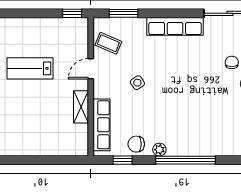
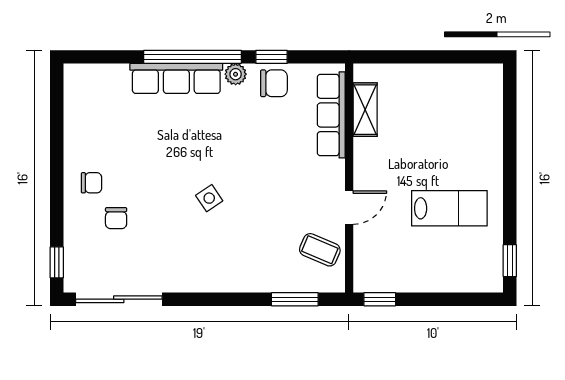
row of seats: (175, 26) -> (176, 78), moved, turned 180
side table: (137, 83) -> (209, 198), moved
shelving: (81, 107) -> (365, 110), moved
window: (123, 160) -> (272, 57), moved

